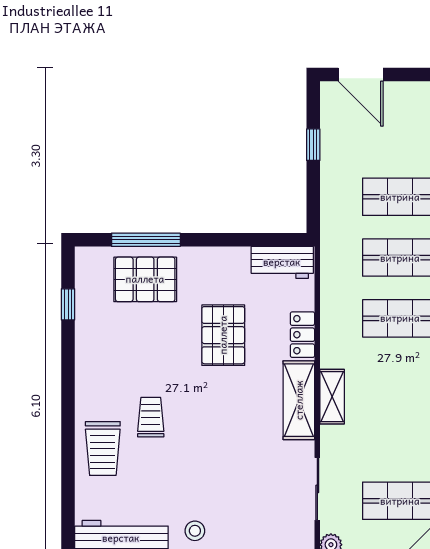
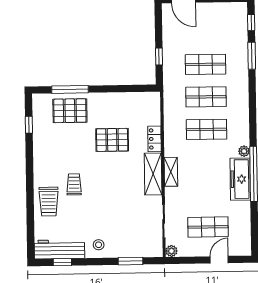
window: (313, 145) -> (159, 57), moved
workbench: (282, 262) -> (143, 100), removed
pallet: (223, 335) -> (112, 140), turned 90

